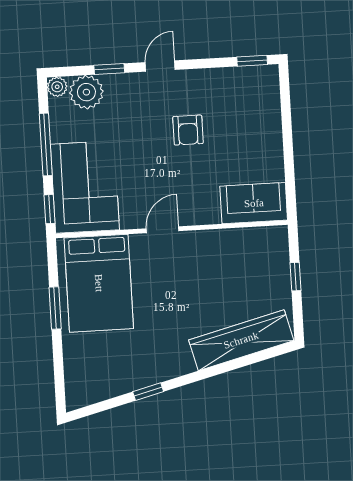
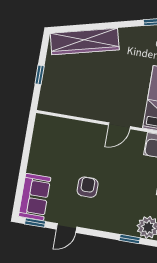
door: (160, 66) -> (66, 228), moved
sofa: (254, 203) -> (35, 197), moved, turned -90

